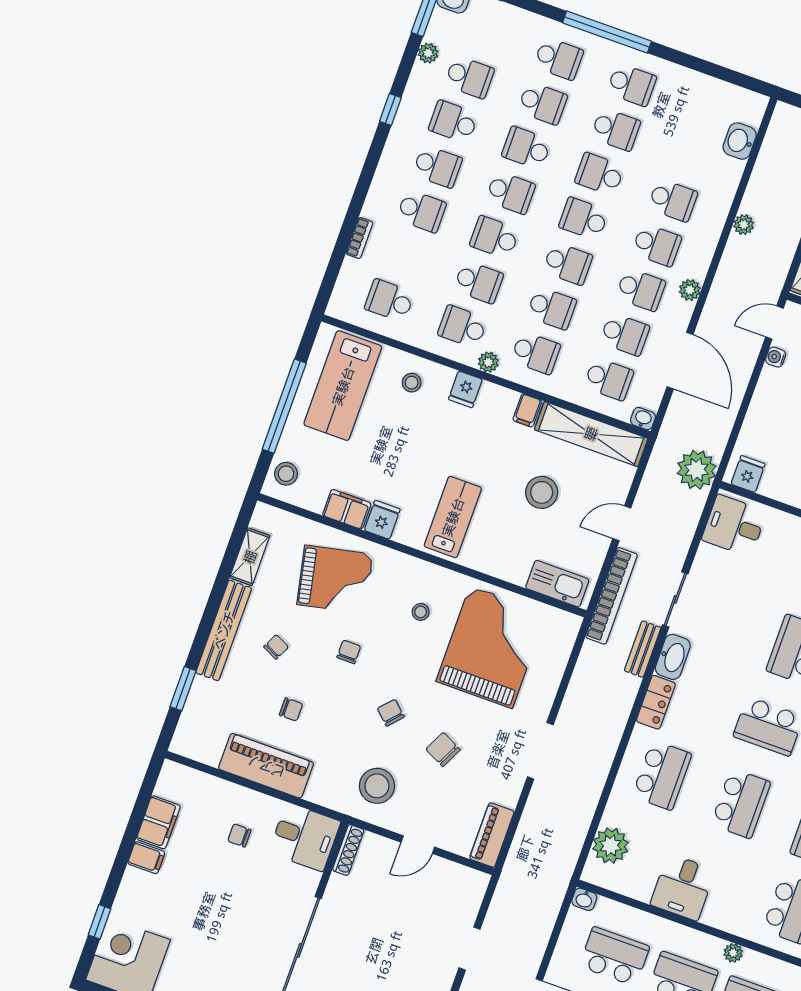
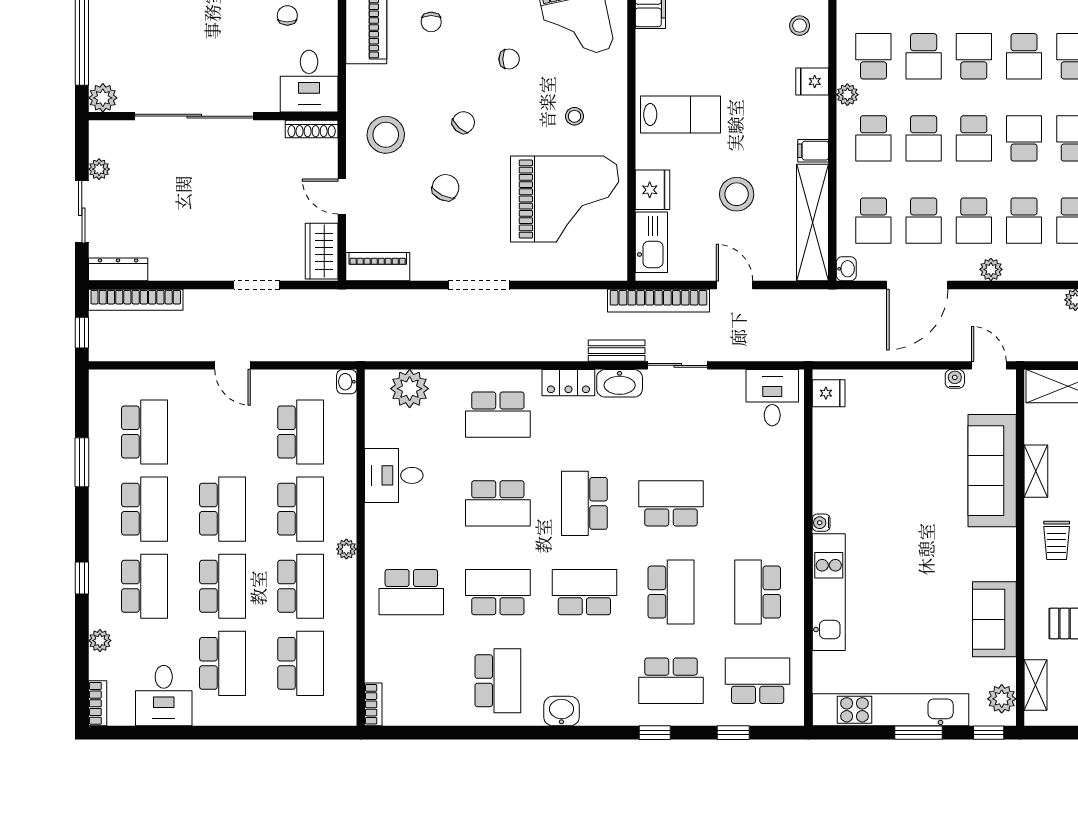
plant: (697, 470) -> (814, 340), removed
fridge: (382, 520) -> (652, 190), moved, width x1.38
wardrobe: (460, 880) -> (322, 251), added

